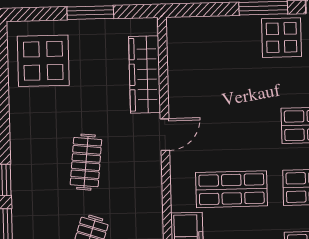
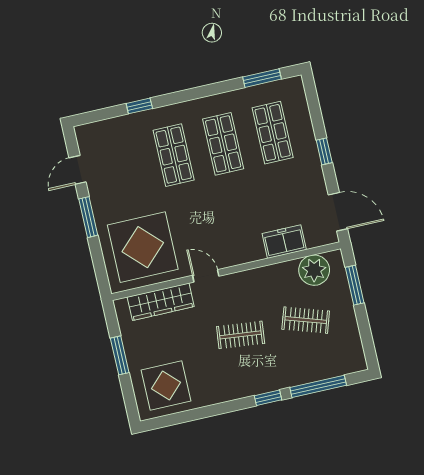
display table: (281, 38) -> (143, 247), moved, width x1.86, depth x1.86
shop shelf: (232, 189) -> (239, 213), removed

